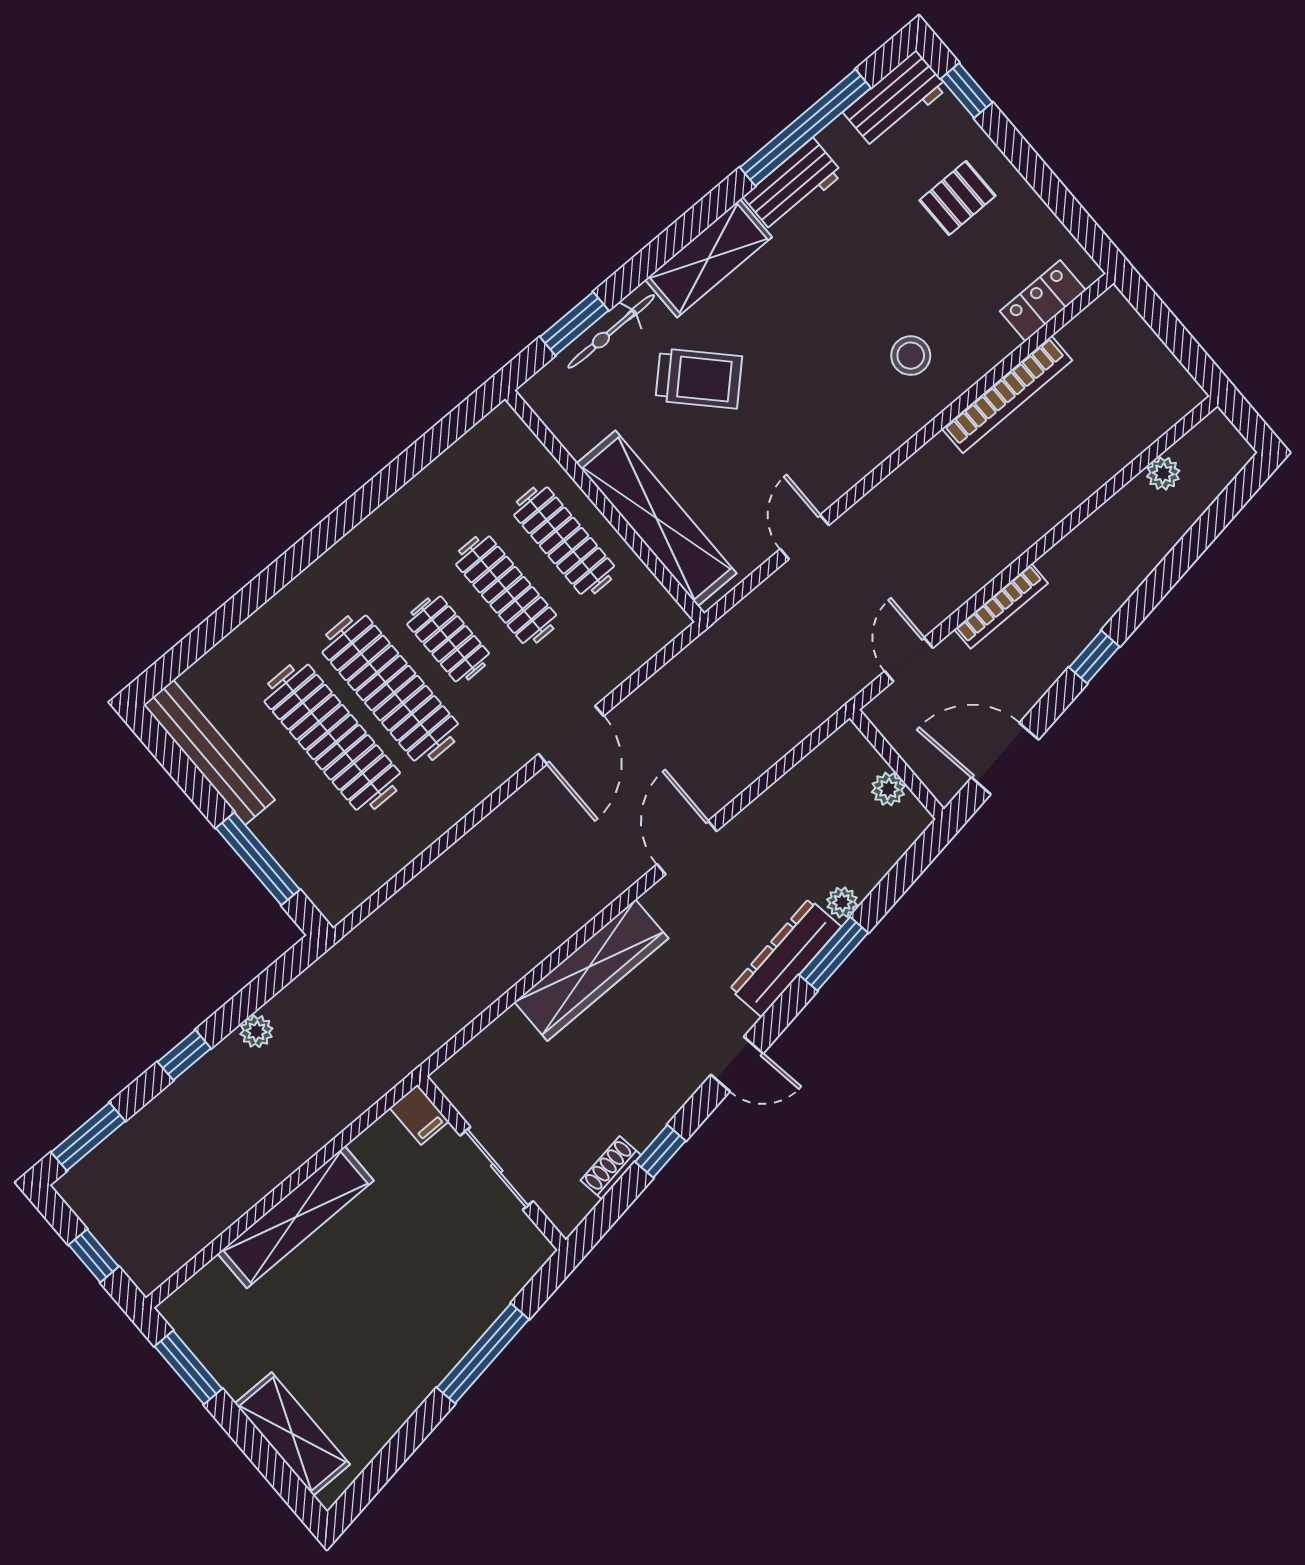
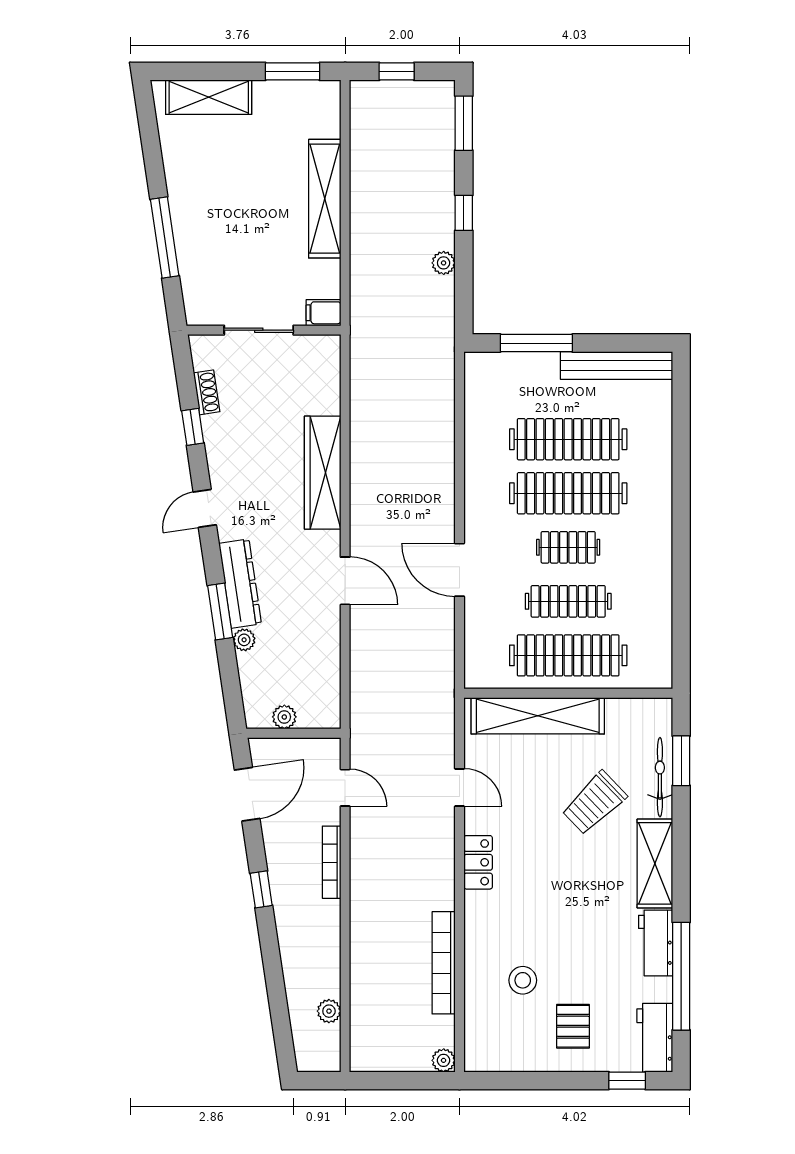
locker: (1043, 301) -> (478, 862), moved
plant: (1112, 306) -> (444, 1060), added
stool: (911, 356) -> (523, 980), moved
clothes rail: (564, 541) -> (568, 655), width x1.37, depth x1.31

